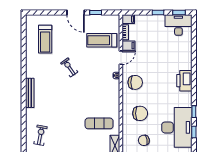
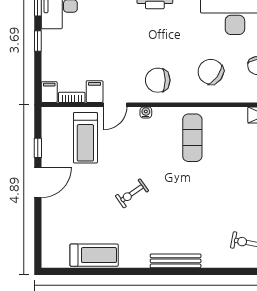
treadmill: (45, 39) -> (94, 255), moved
door: (121, 58) -> (115, 105), swing flipped
chair: (135, 82) -> (158, 80), turned -90
chair: (140, 113) -> (211, 72), turned -54
exercise mat: (99, 123) -> (192, 138), moved

